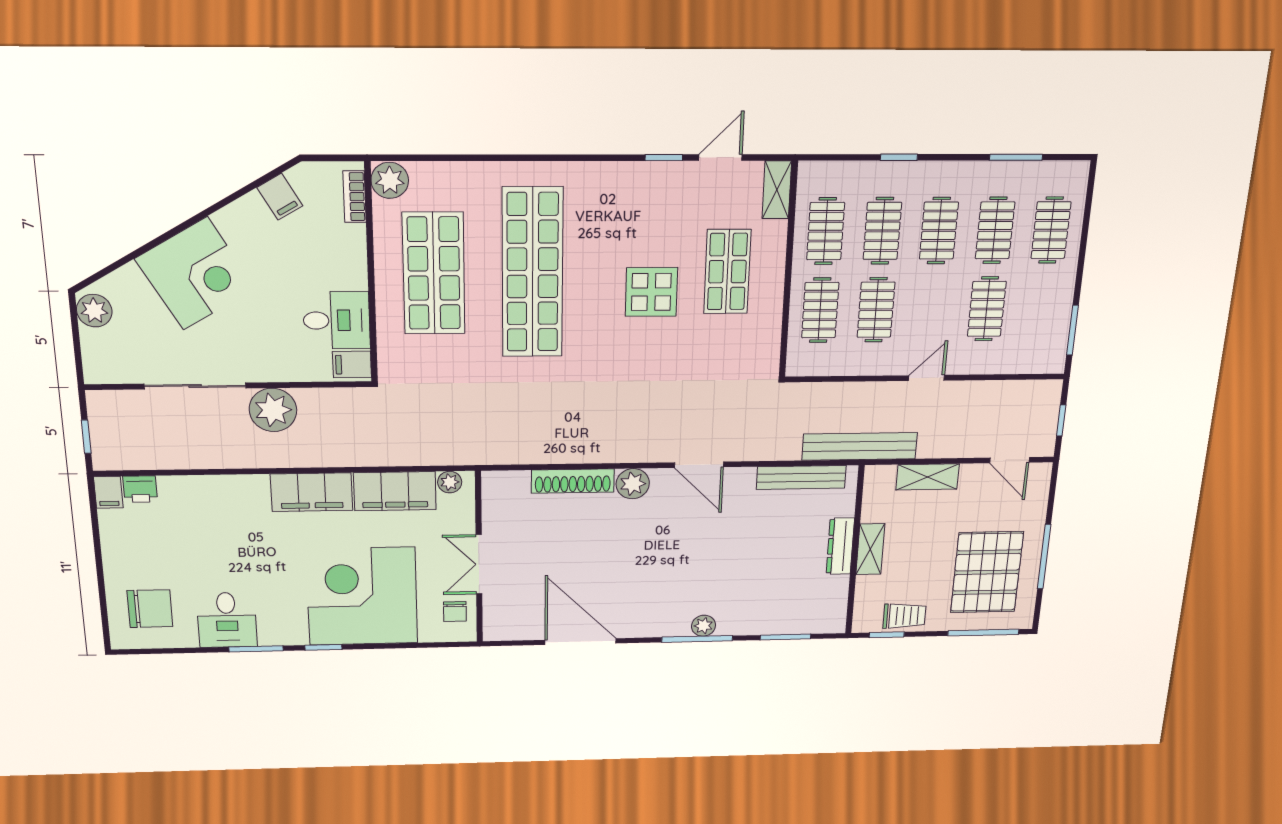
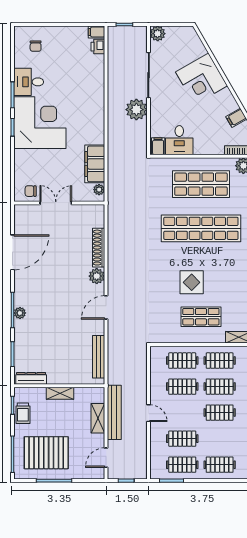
clothes rail: (995, 230) -> (182, 465), moved
plant: (94, 311) -> (158, 34), moved
bench: (860, 446) -> (114, 412), moved
filing cabinet: (312, 492) -> (95, 125), removed
dresser: (840, 546) -> (31, 378), moved
corner desk: (362, 596) -> (40, 123), moved
chair: (150, 609) -> (36, 46), width x0.54, depth x0.54

